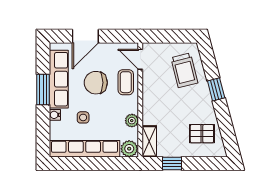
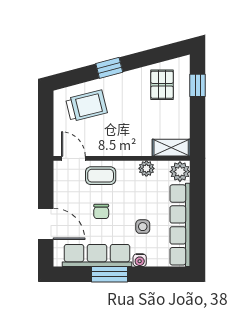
door: (140, 59) -> (73, 158), swing flipped
chair: (96, 83) -> (101, 211), width x0.54, depth x0.54
window: (172, 163) -> (198, 85), moved

